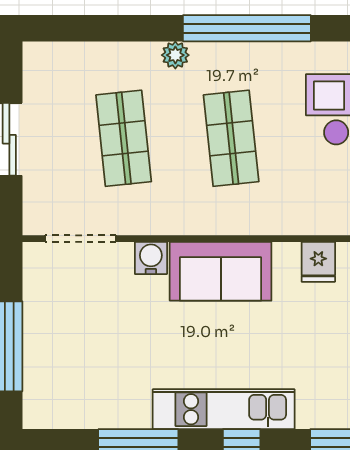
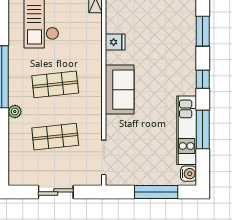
water cooler: (151, 258) -> (188, 174), moved, turned 180
kitchen unit: (224, 409) -> (187, 130), moved

